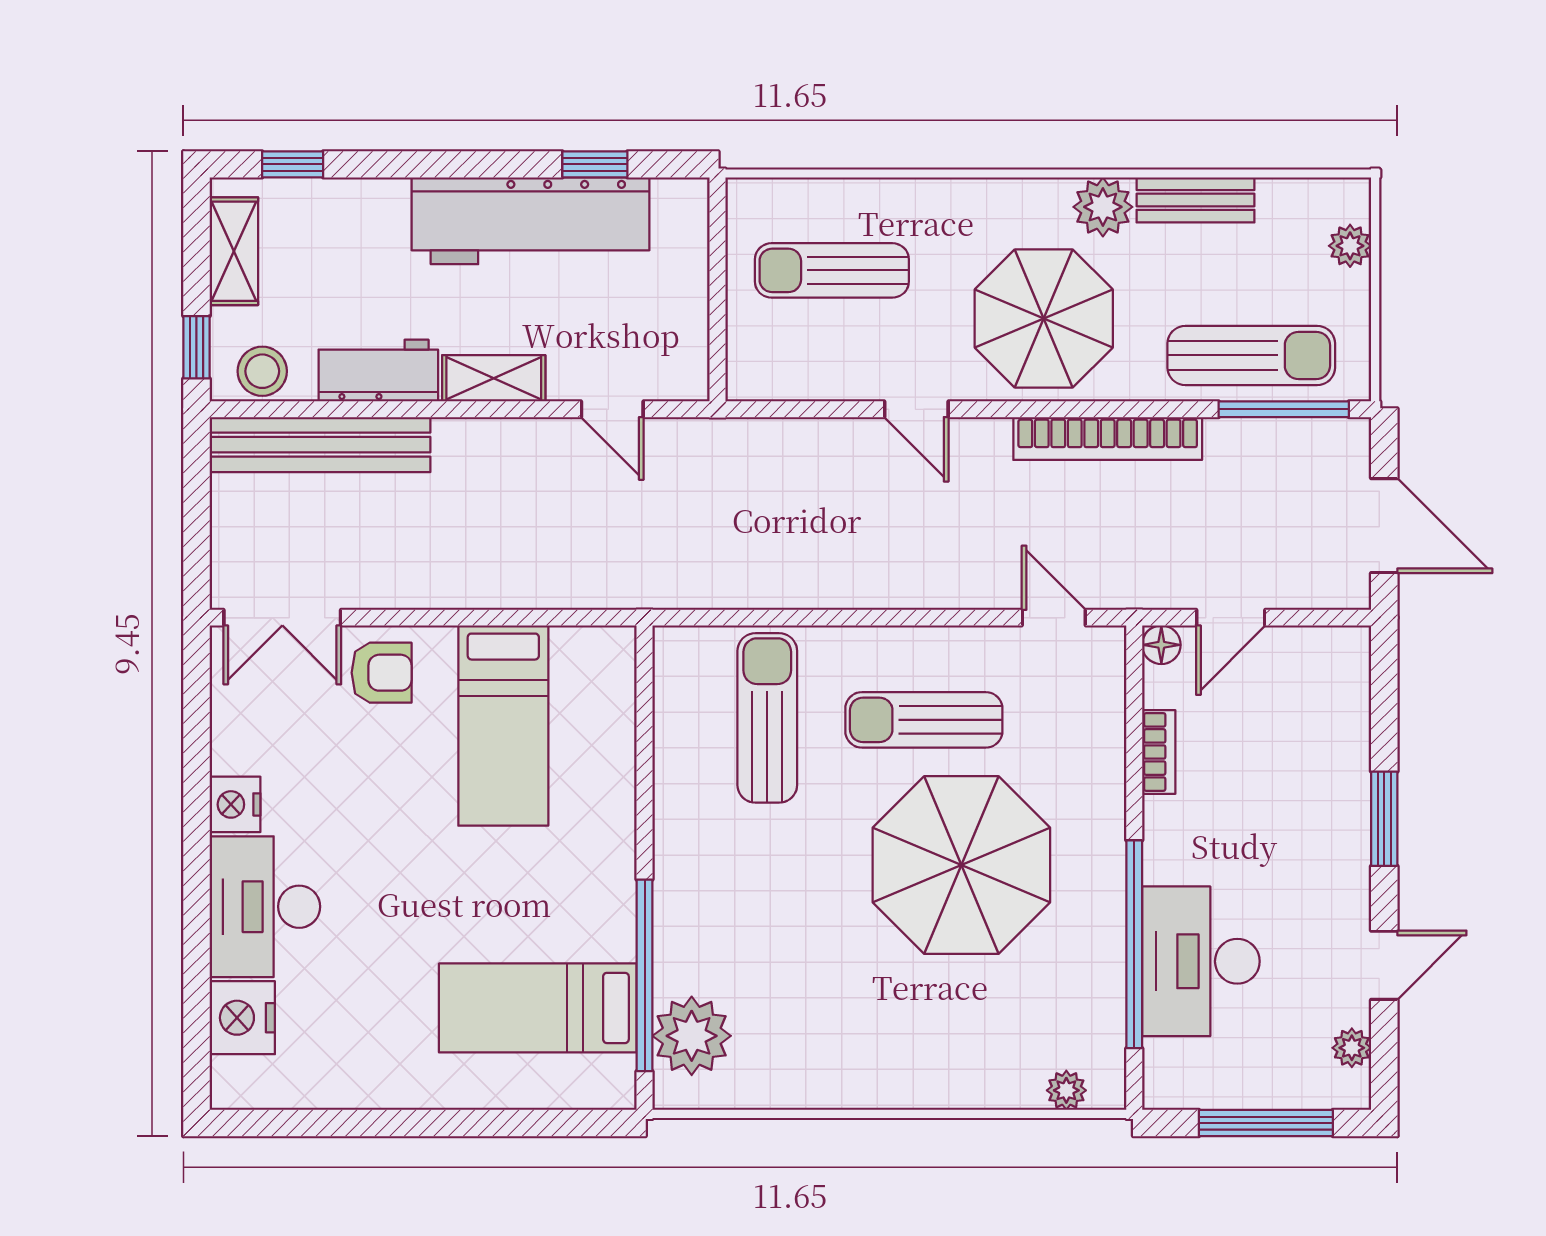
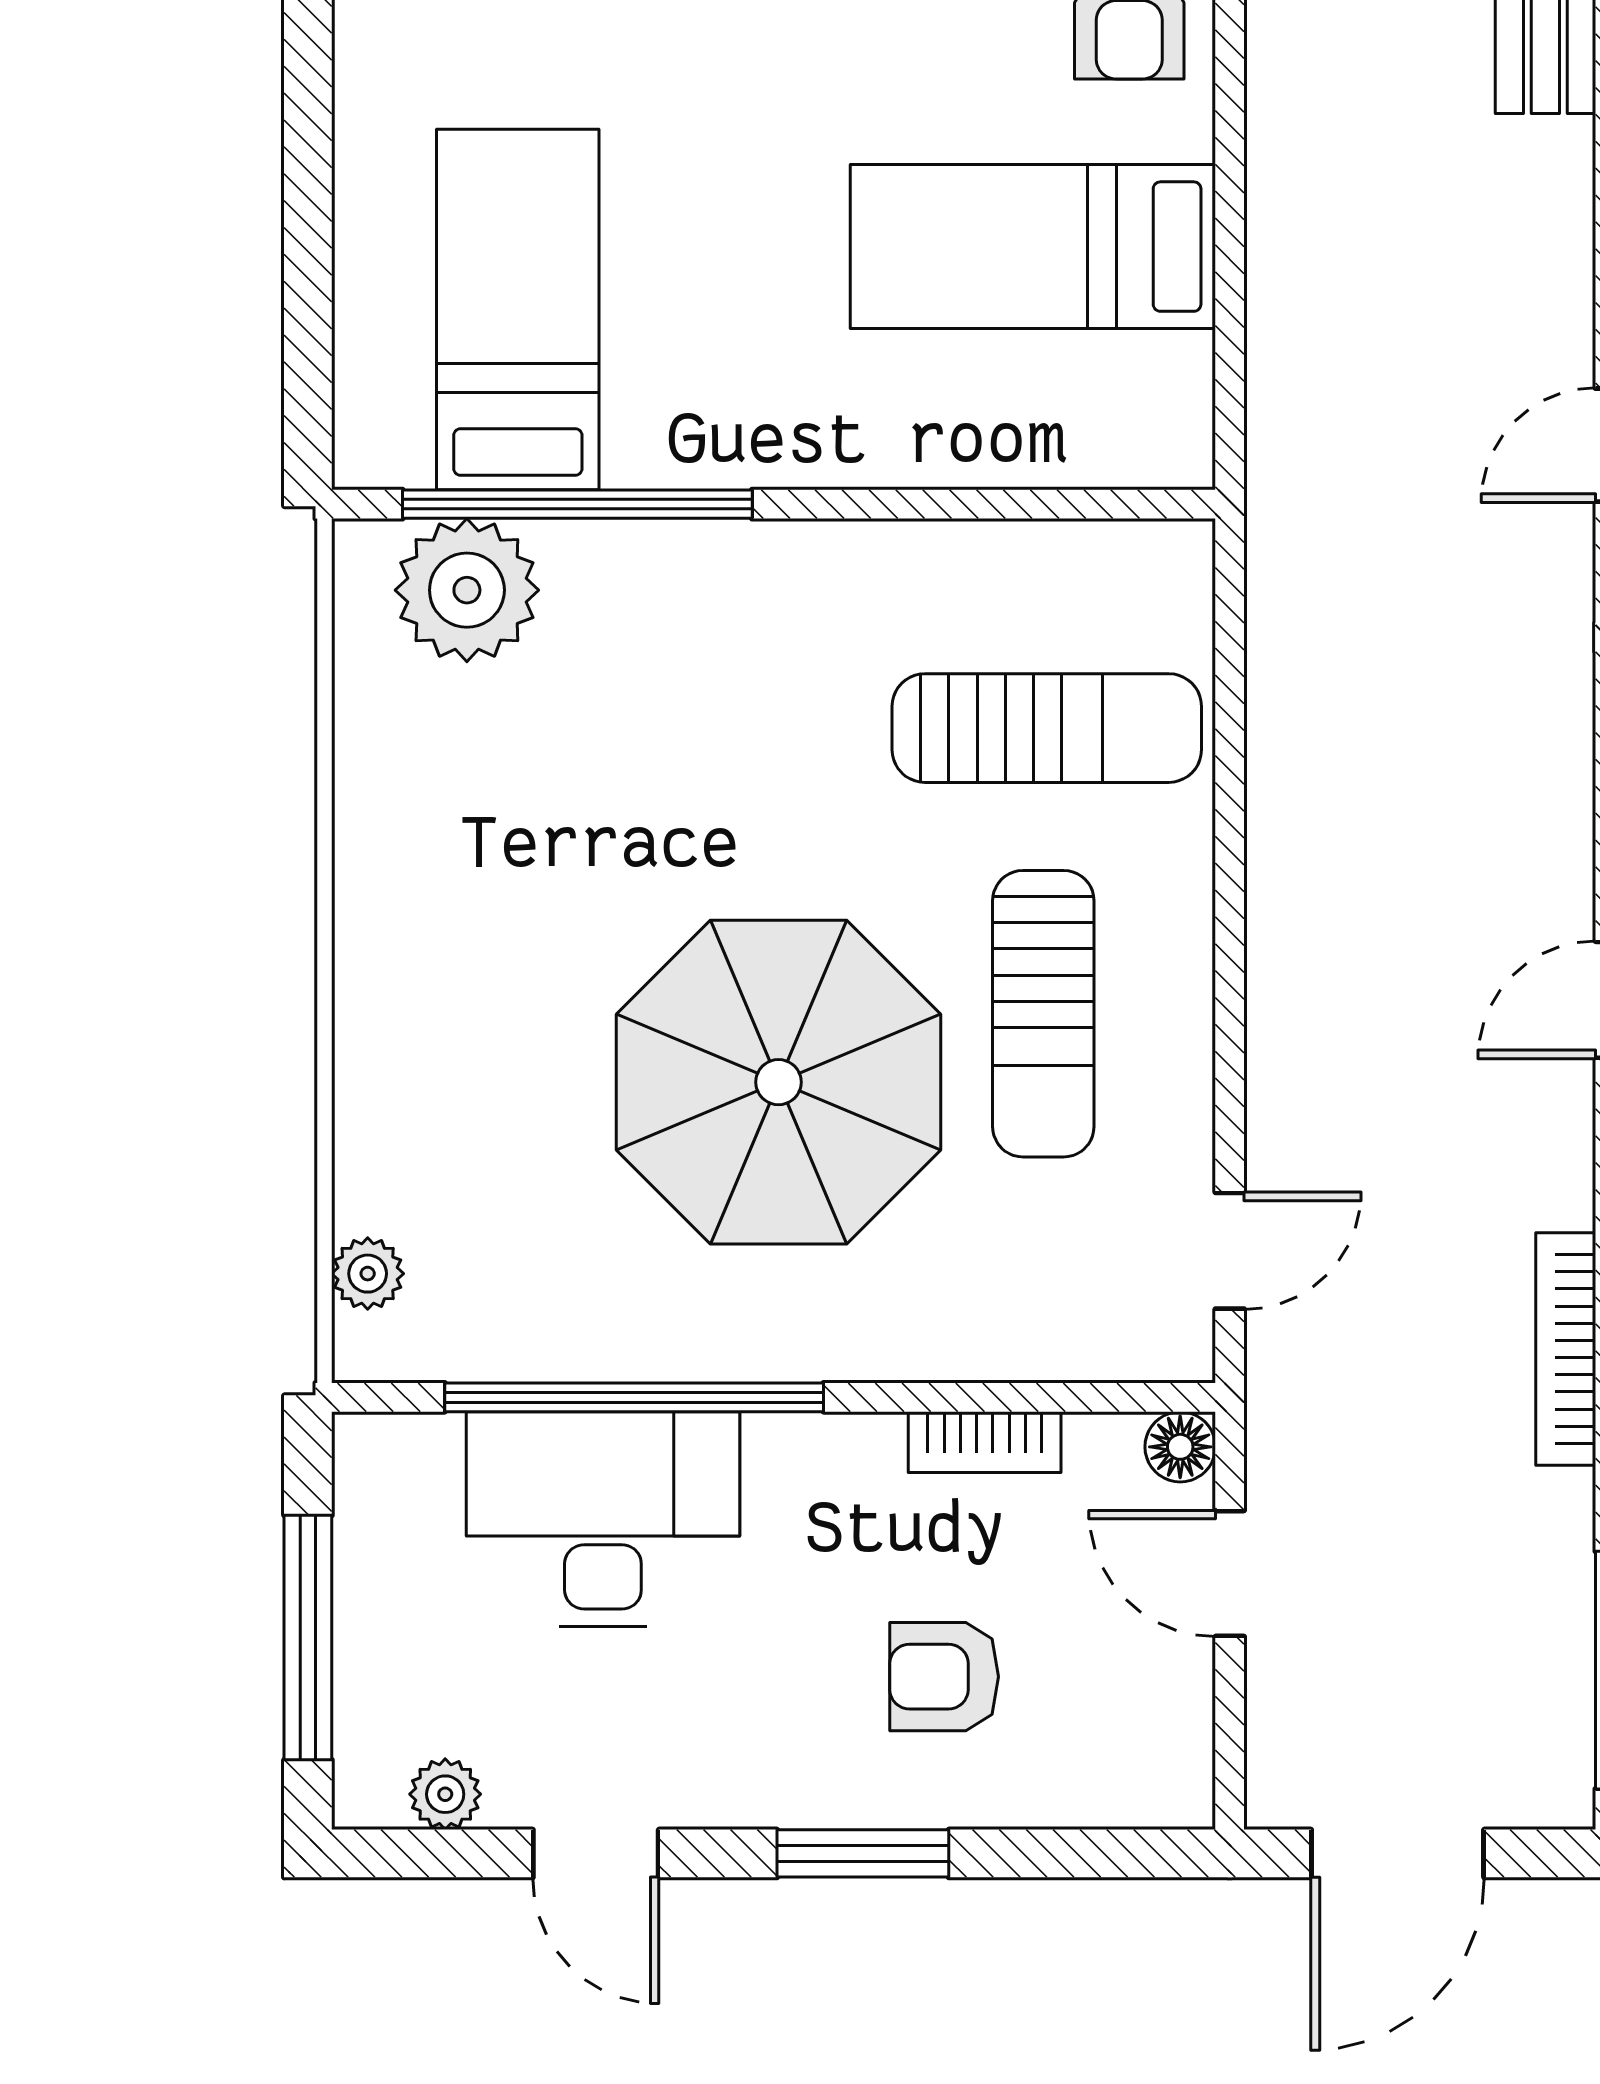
bookcase: (1108, 439) -> (1566, 1349), width x0.68, depth x0.76
sun lounger: (924, 720) -> (1043, 1014), turned 180
armchair: (1287, 774) -> (944, 1677), added

